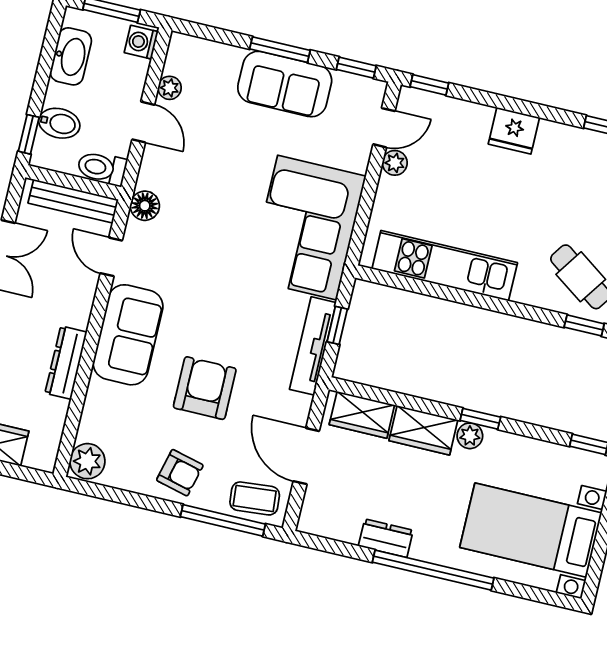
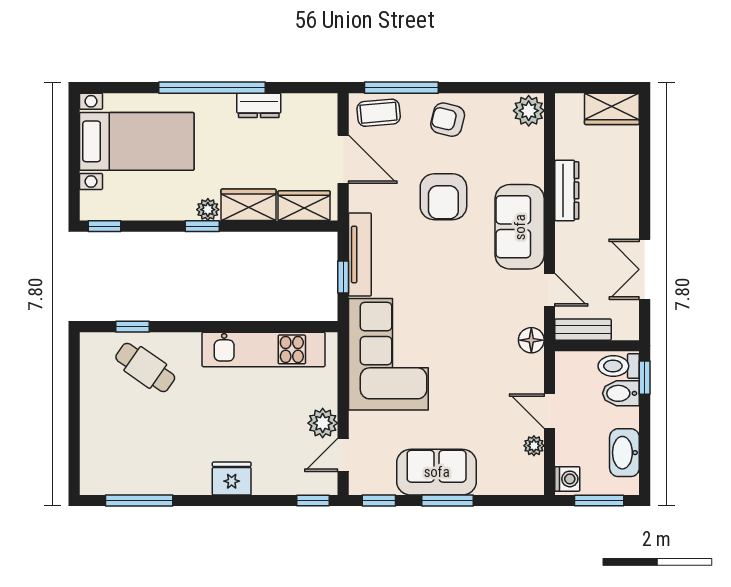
plant: (395, 163) -> (323, 423), width x1.38, depth x1.38
toilet: (102, 168) -> (619, 366), moved, turned 180
bench: (73, 201) -> (583, 330), width x0.73

